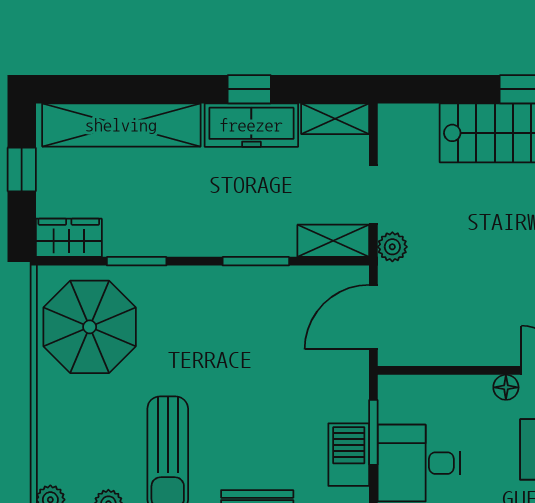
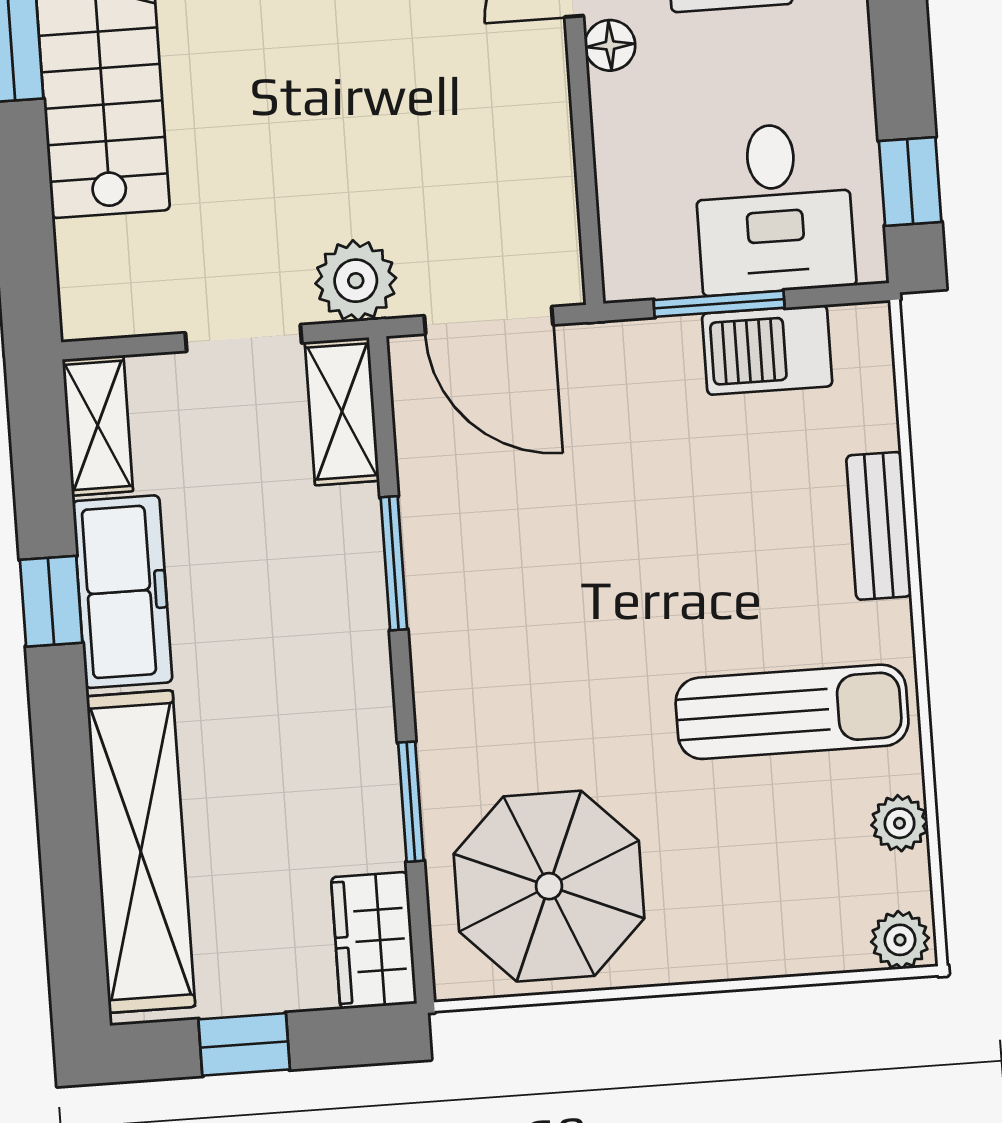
plant: (392, 247) -> (356, 281), width x1.38, depth x1.38

